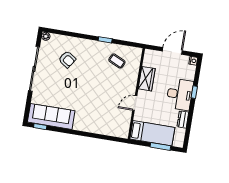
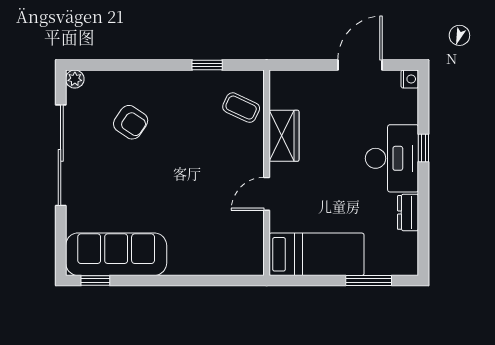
wardrobe: (147, 79) -> (284, 136), moved
wall: (136, 94) -> (267, 173), moved
door: (135, 103) -> (267, 194), moved
bed: (152, 133) -> (316, 254), moved

